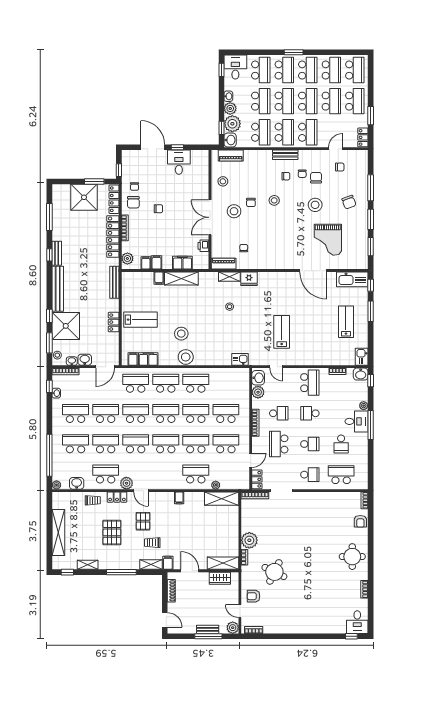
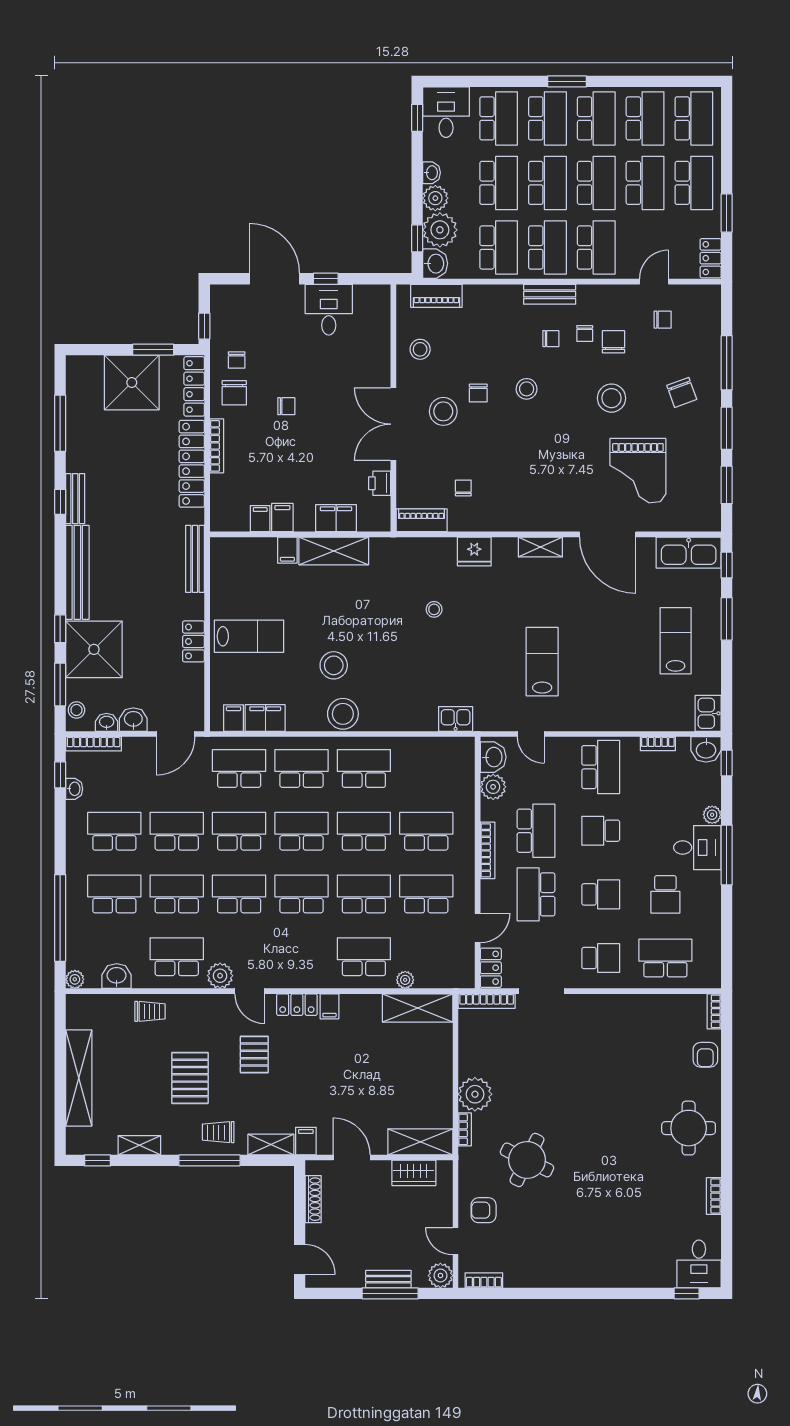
plant: (127, 258) -> (222, 509), removed
shelving: (229, 277) -> (540, 547), moved
school desk: (279, 413) -> (536, 831), width x1.85
locker: (117, 497) -> (297, 1005), moved
trolley: (152, 543) -> (218, 1132), moved

